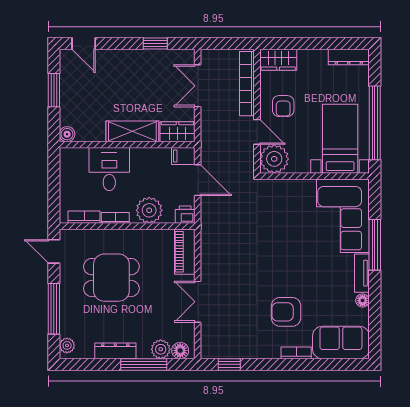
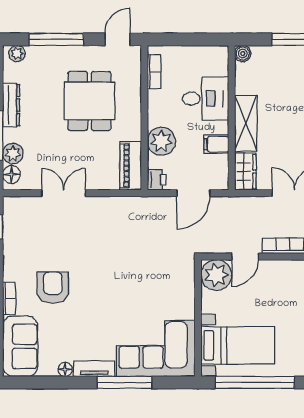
armchair: (283, 106) -> (273, 285), removed
filing cabinet: (183, 156) -> (216, 144), moved, turned -90
bookcase: (115, 218) -> (153, 105), removed
piano: (185, 252) -> (131, 166), moved, turned -90

